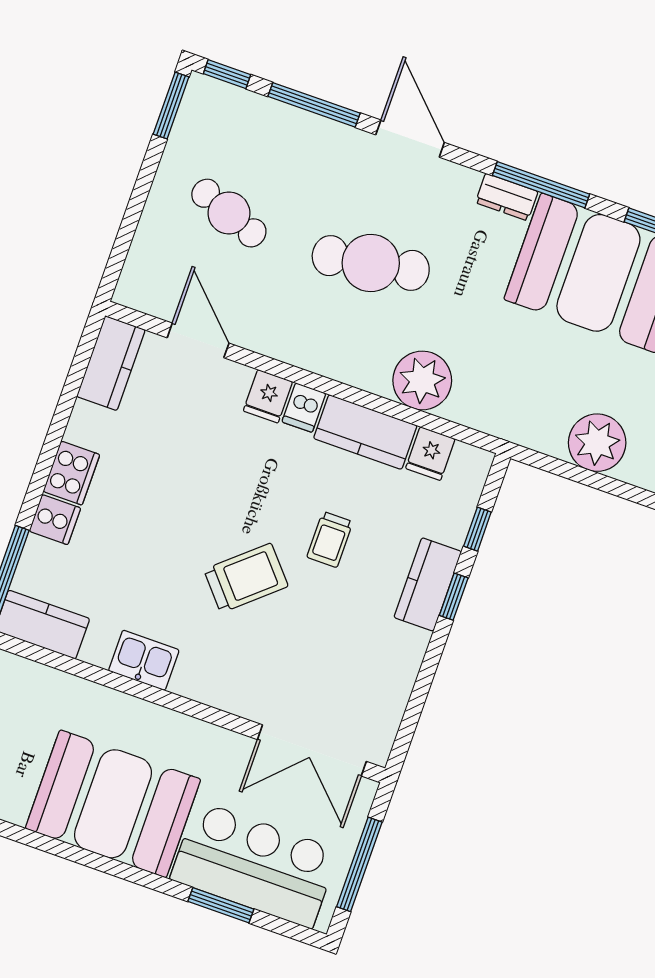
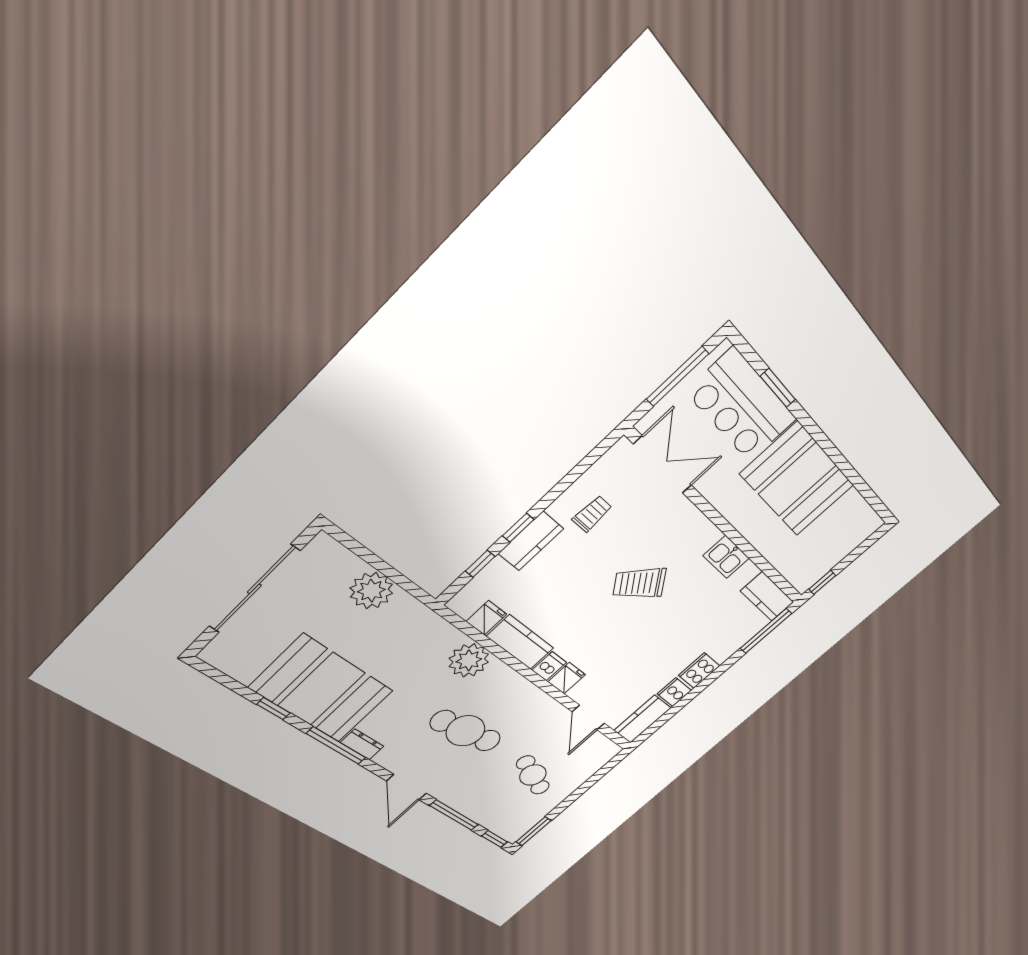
cooker: (55, 520) -> (674, 692), moved
trolley: (330, 539) -> (592, 514), moved

